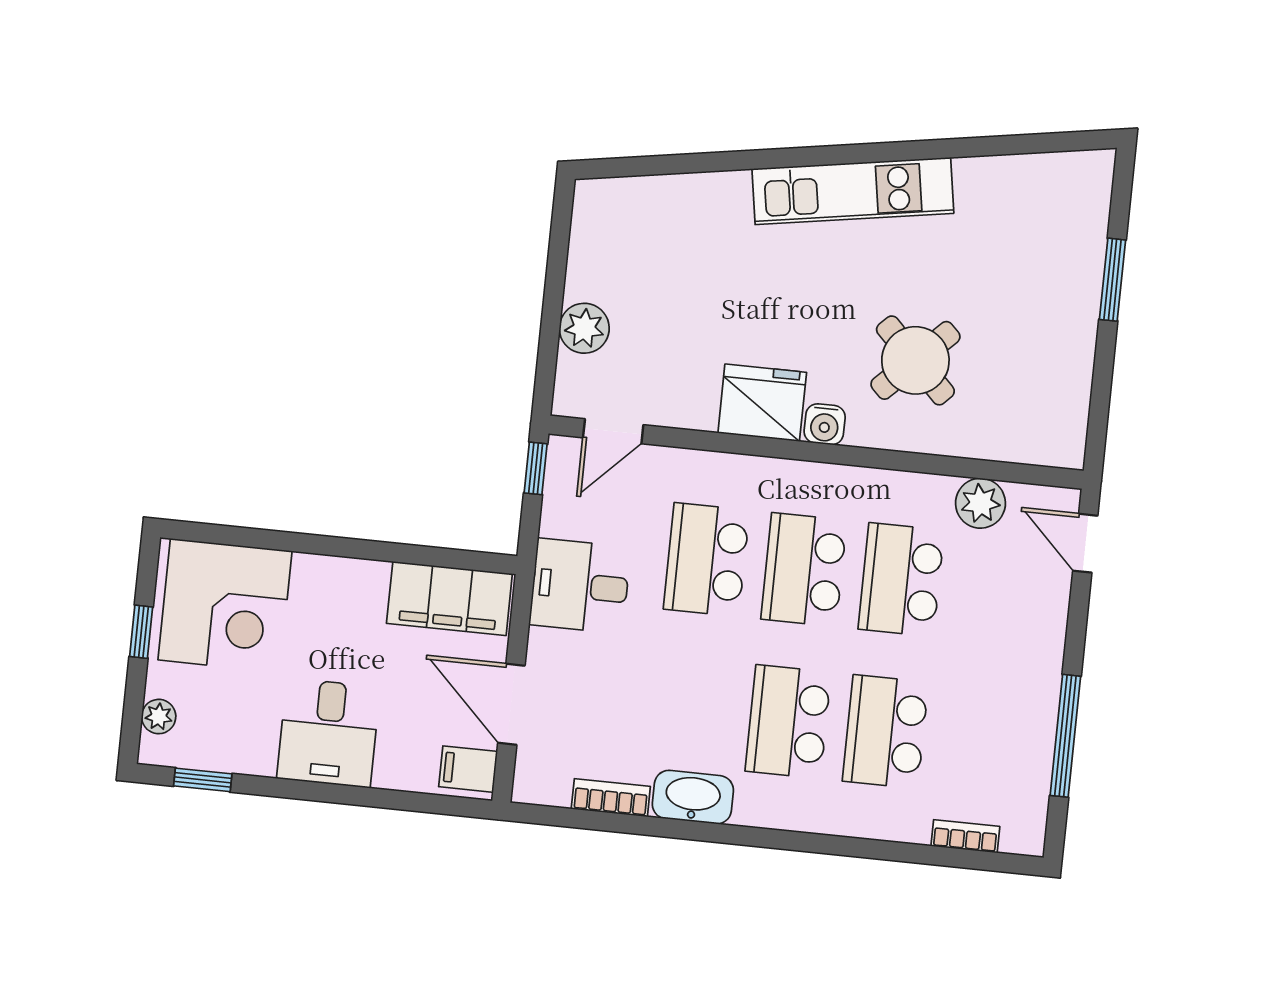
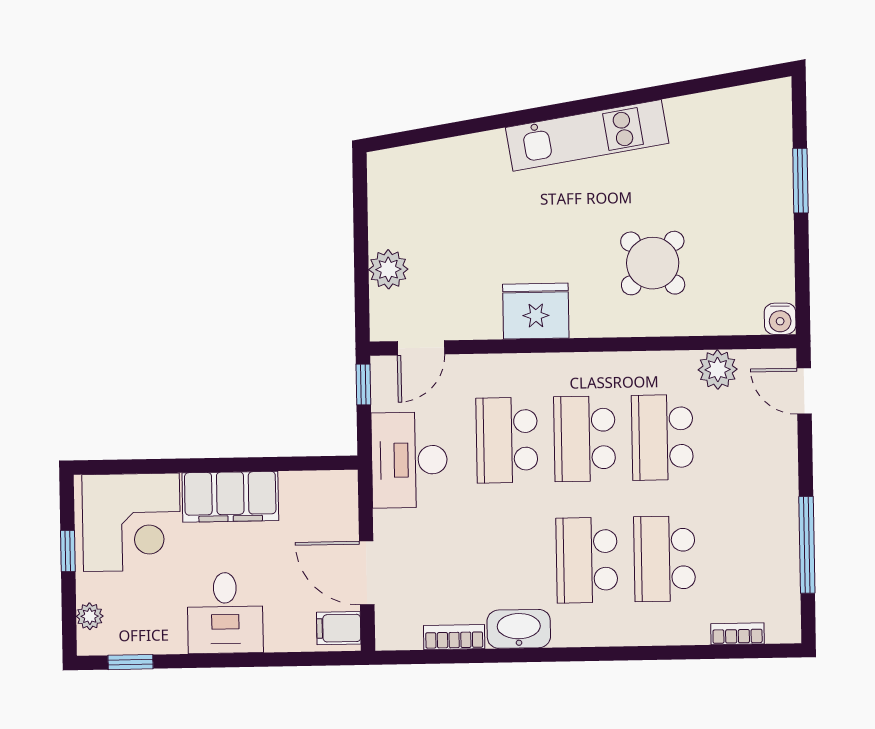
water cooler: (825, 424) -> (780, 319), moved
desk: (580, 586) -> (409, 460), width x1.37
filing cabinet: (449, 599) -> (230, 497), moved

